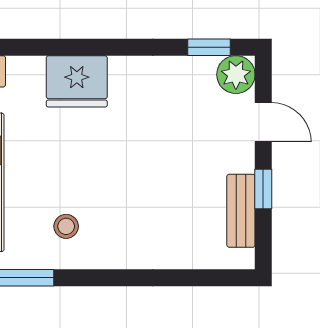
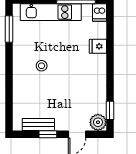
fridge: (77, 81) -> (98, 46), width x0.53, depth x0.75
stool: (66, 226) -> (42, 66), moved

